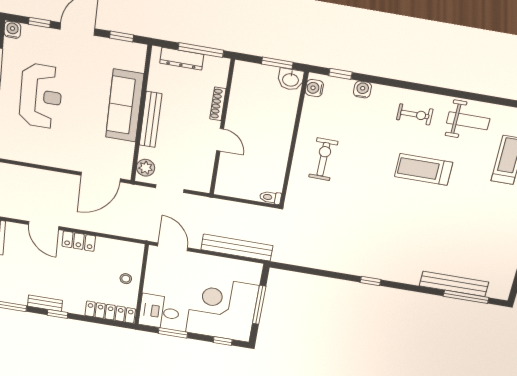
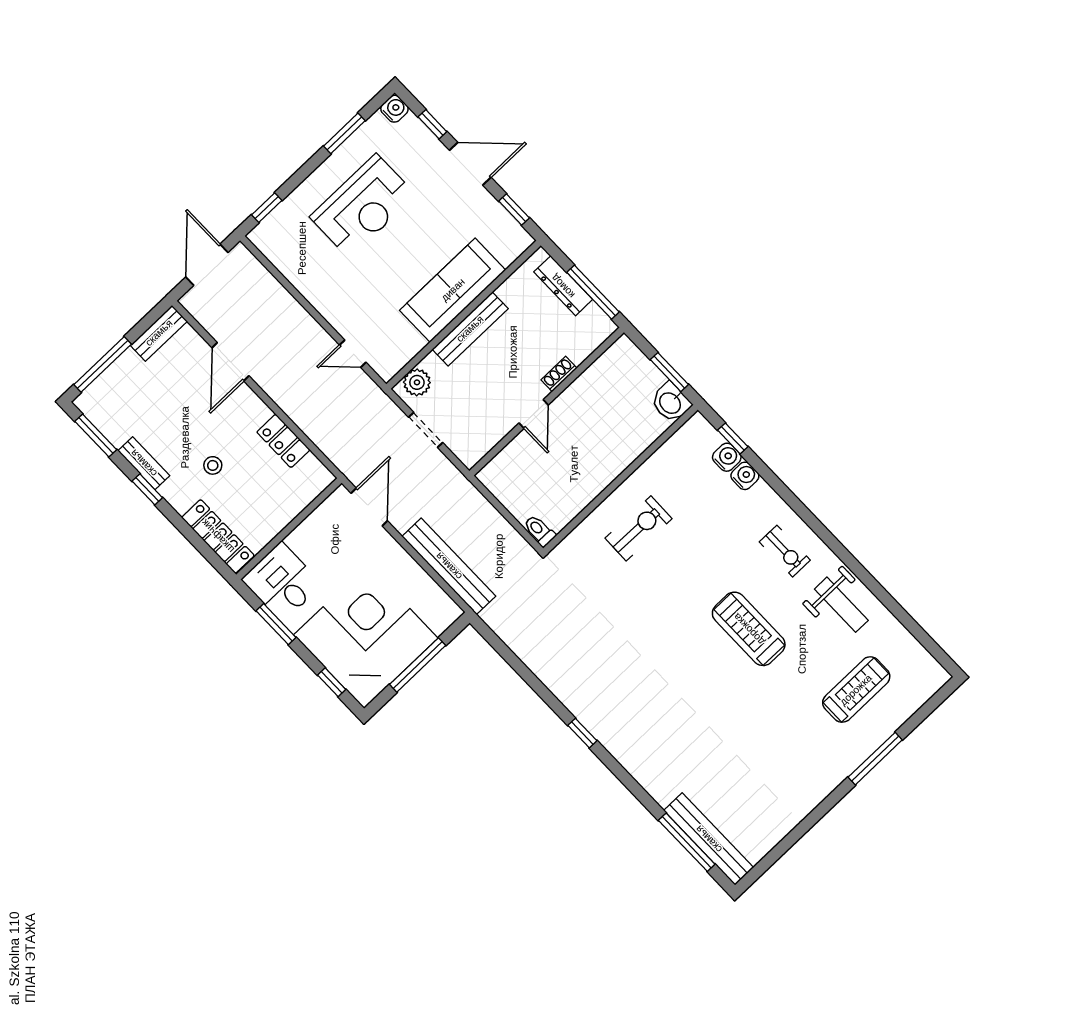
water cooler: (314, 88) -> (727, 457), moved, turned 90
shoe rack: (218, 104) -> (559, 374), width x0.70
door: (101, 177) -> (353, 354), width x0.53
locker: (79, 241) -> (283, 441), moved
stool: (126, 279) -> (213, 465), moved
bench: (454, 284) -> (709, 839), moved

